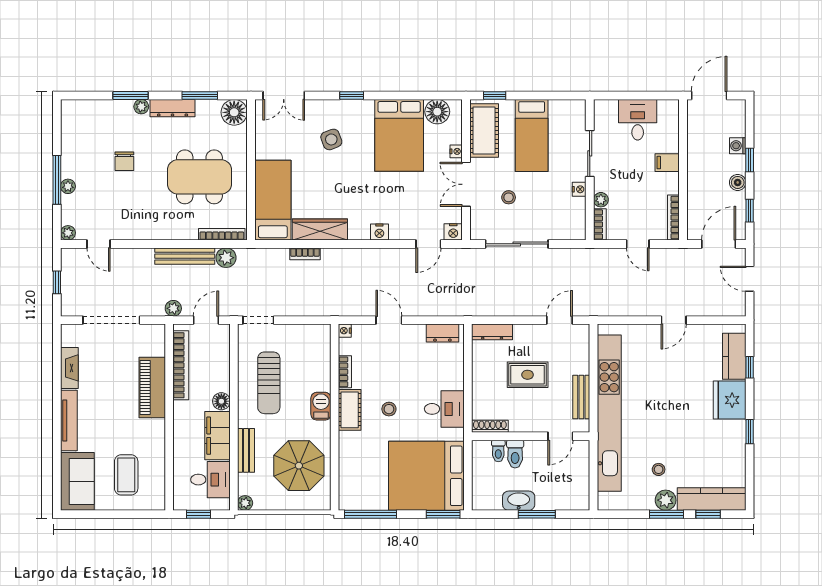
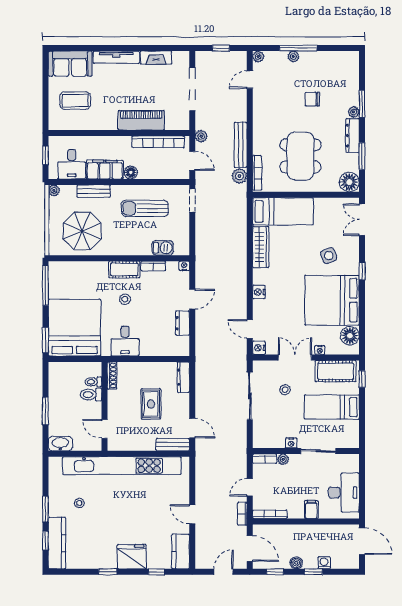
desk: (638, 120) -> (344, 493), width x1.37
bed: (399, 135) -> (332, 300), width x1.36
bookcase: (305, 254) -> (242, 514), moved
dresser: (442, 333) -> (182, 323), moved
kitchen counter: (734, 356) -> (181, 551), moved, turned -90
bench: (581, 397) -> (173, 445), moved
barbecue: (321, 406) -> (163, 248), moved
plant: (666, 500) -> (56, 508), removed
washbasin: (519, 501) -> (60, 444), moved, turned -90

